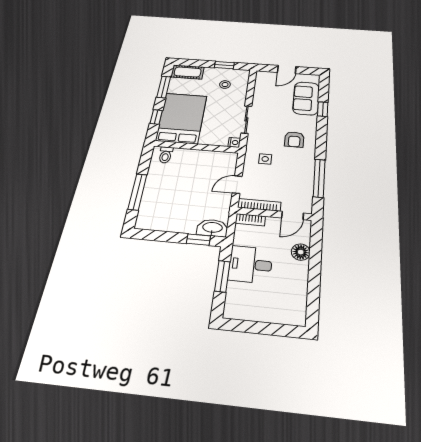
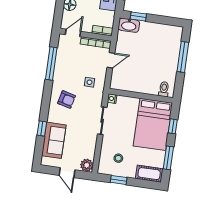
door: (287, 69) -> (67, 173), swing flipped
plant: (263, 77) -> (87, 165), added
armchair: (294, 139) -> (67, 100), turned 104

